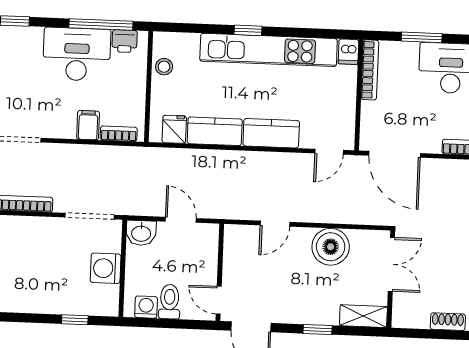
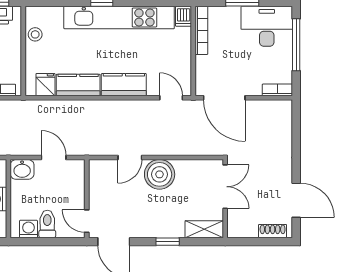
door: (329, 152) -> (171, 98), swing flipped
boiler: (331, 247) -> (160, 174), moved

